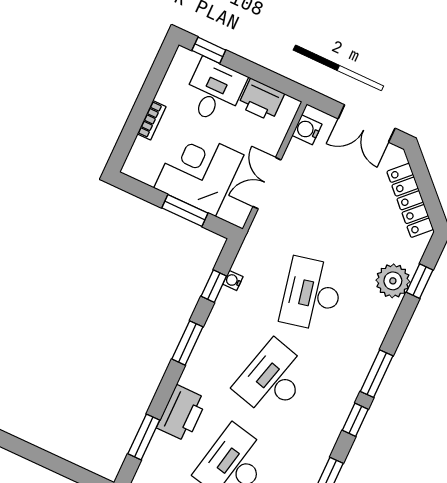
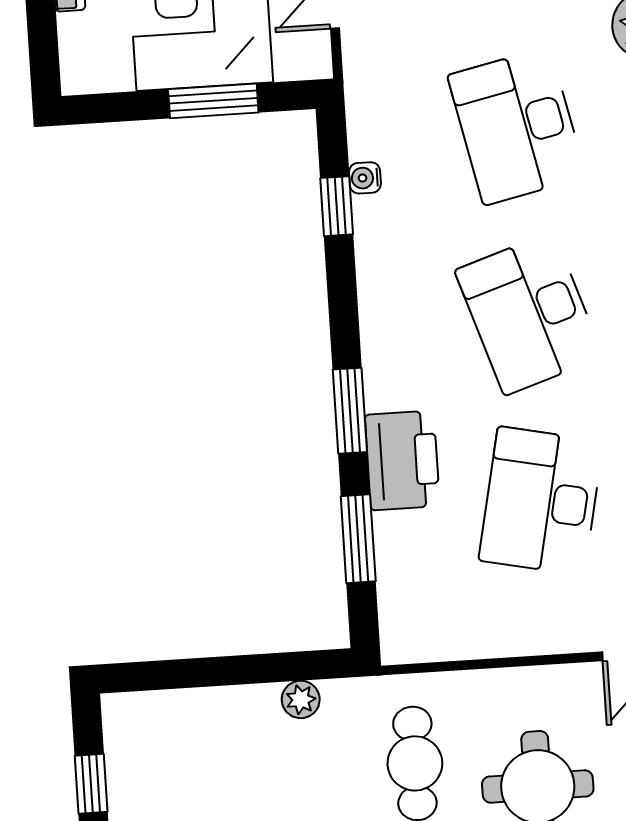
window: (187, 343) -> (350, 411), moved
desk: (272, 379) -> (529, 314), turned -33

